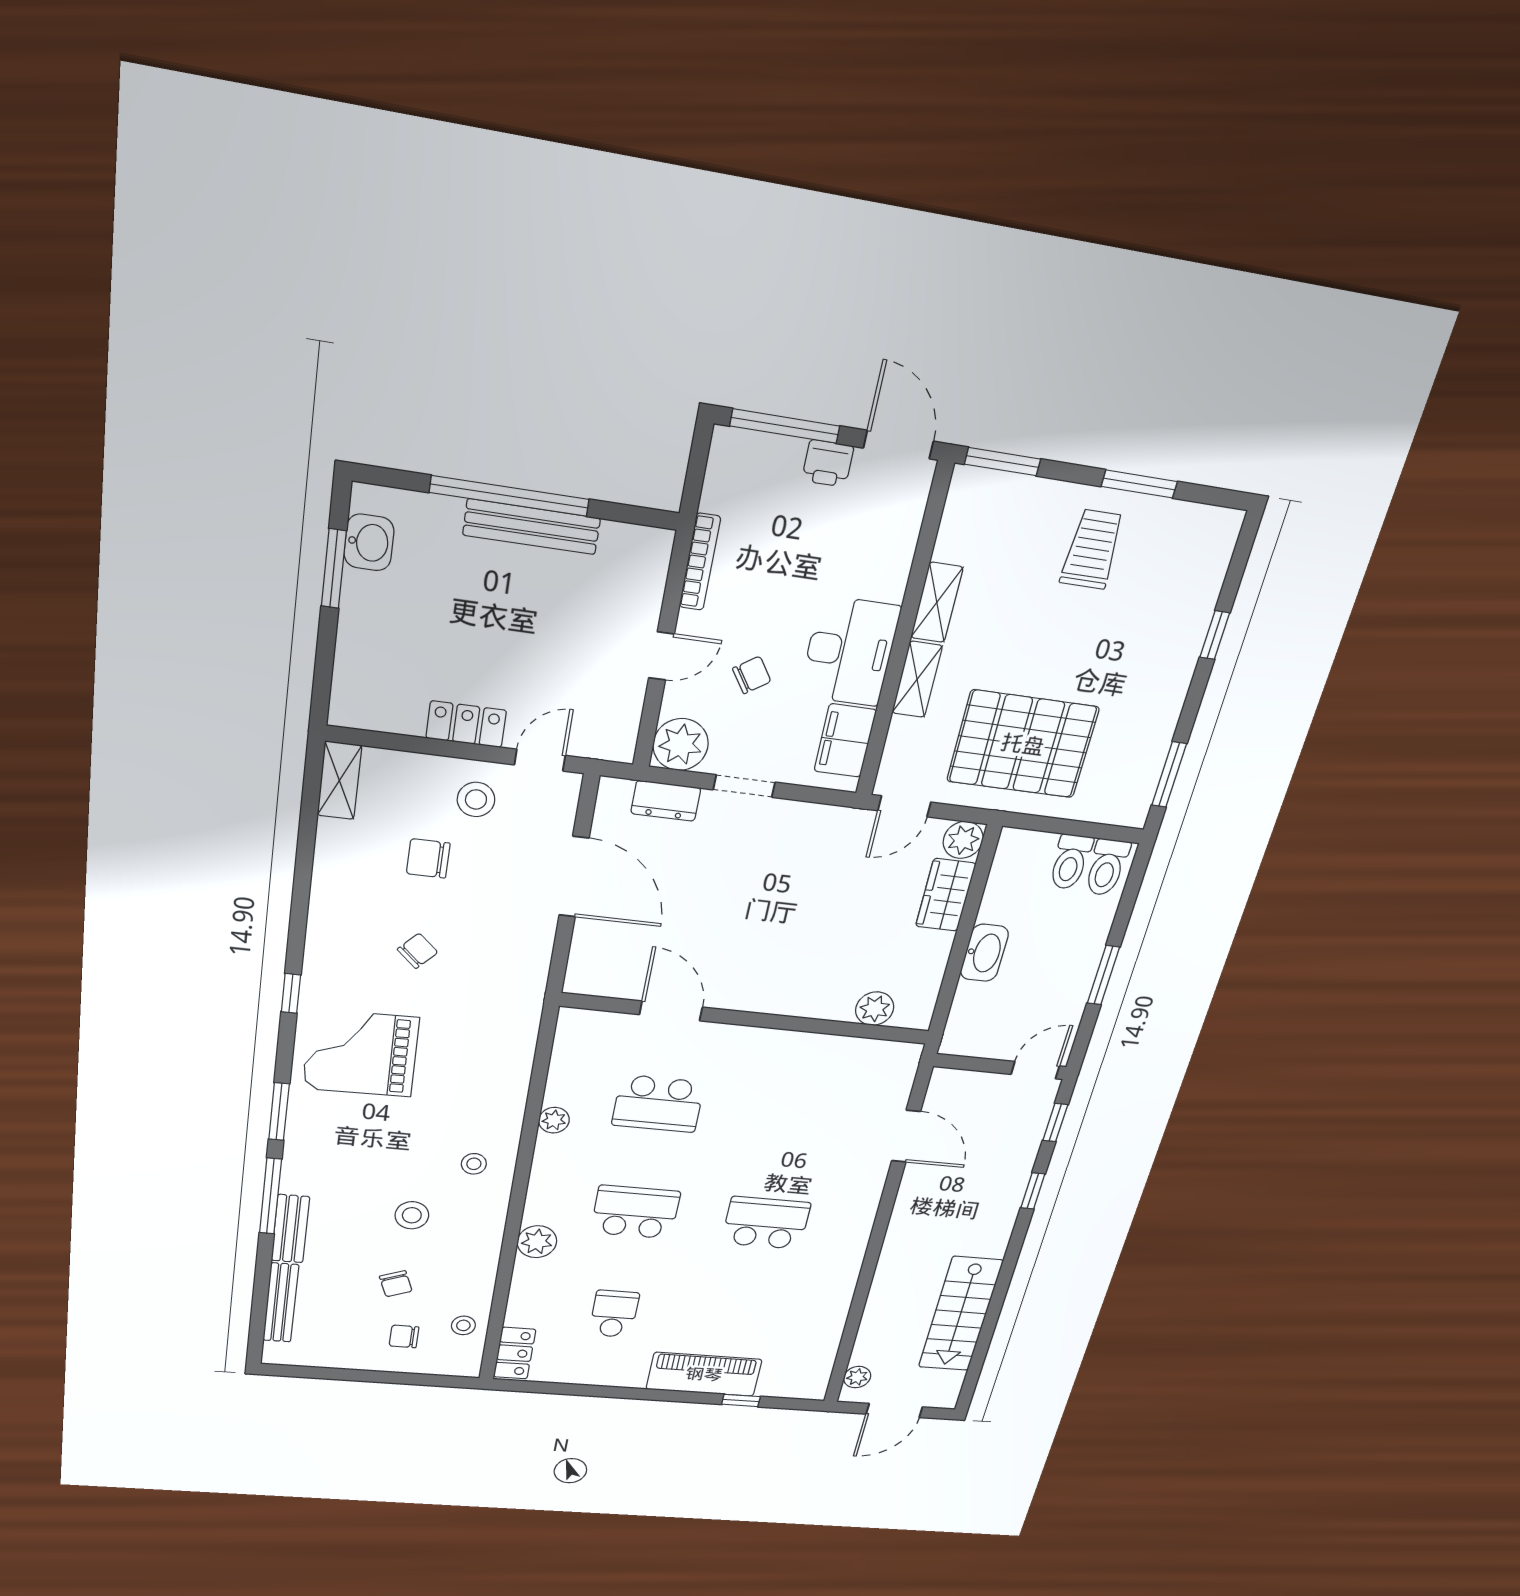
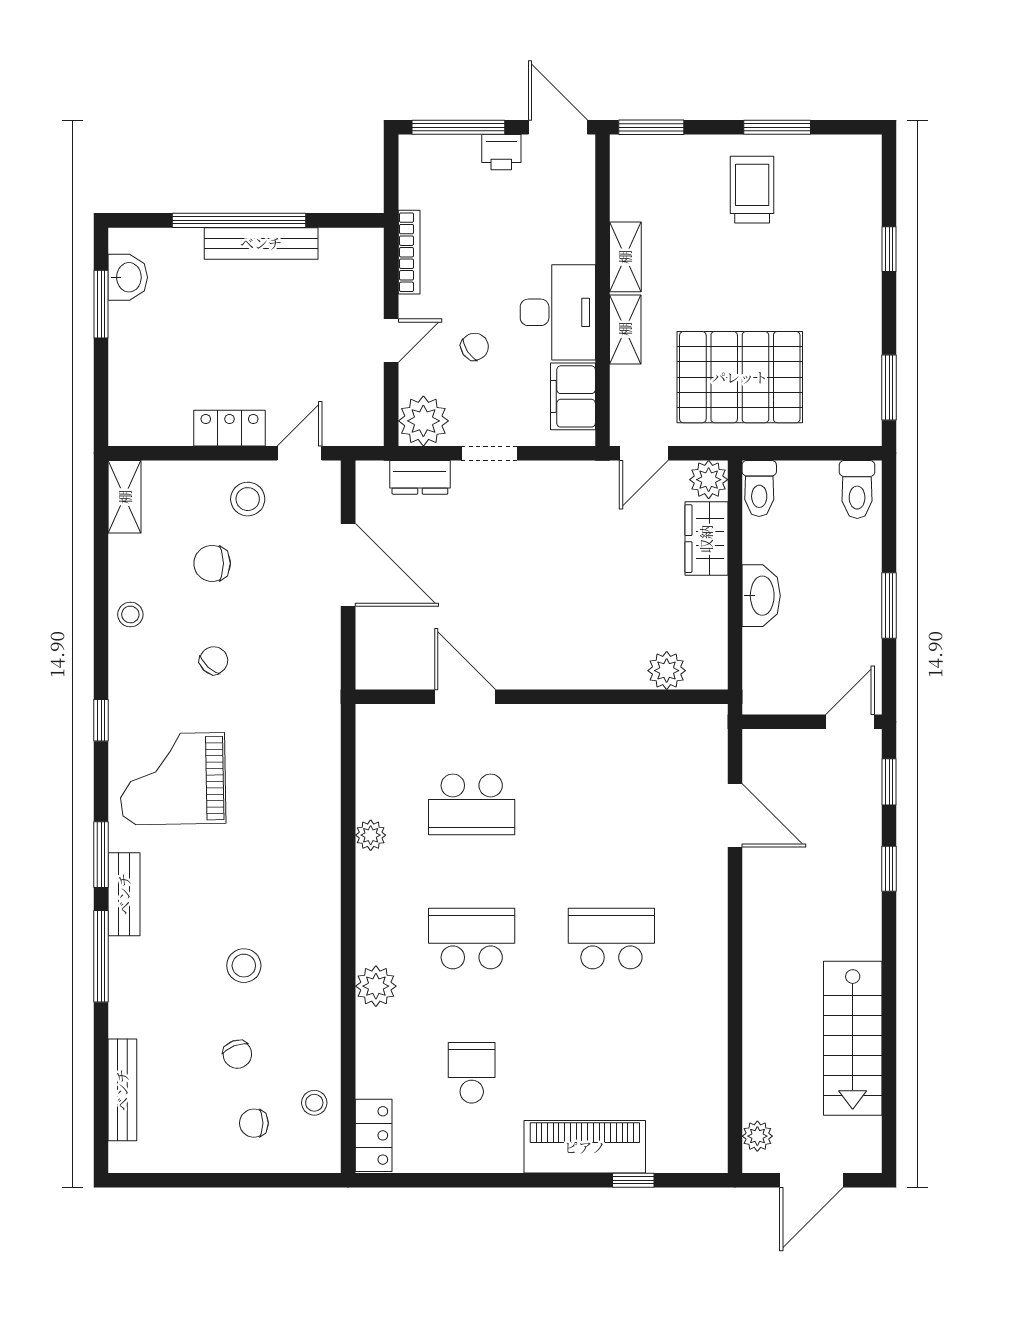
toilet: (1070, 862) -> (759, 488), moved
stool: (474, 1164) -> (130, 614), moved
bench: (290, 1229) -> (124, 894), moved

